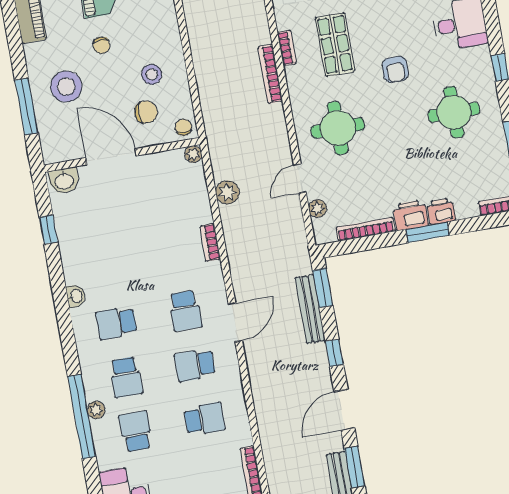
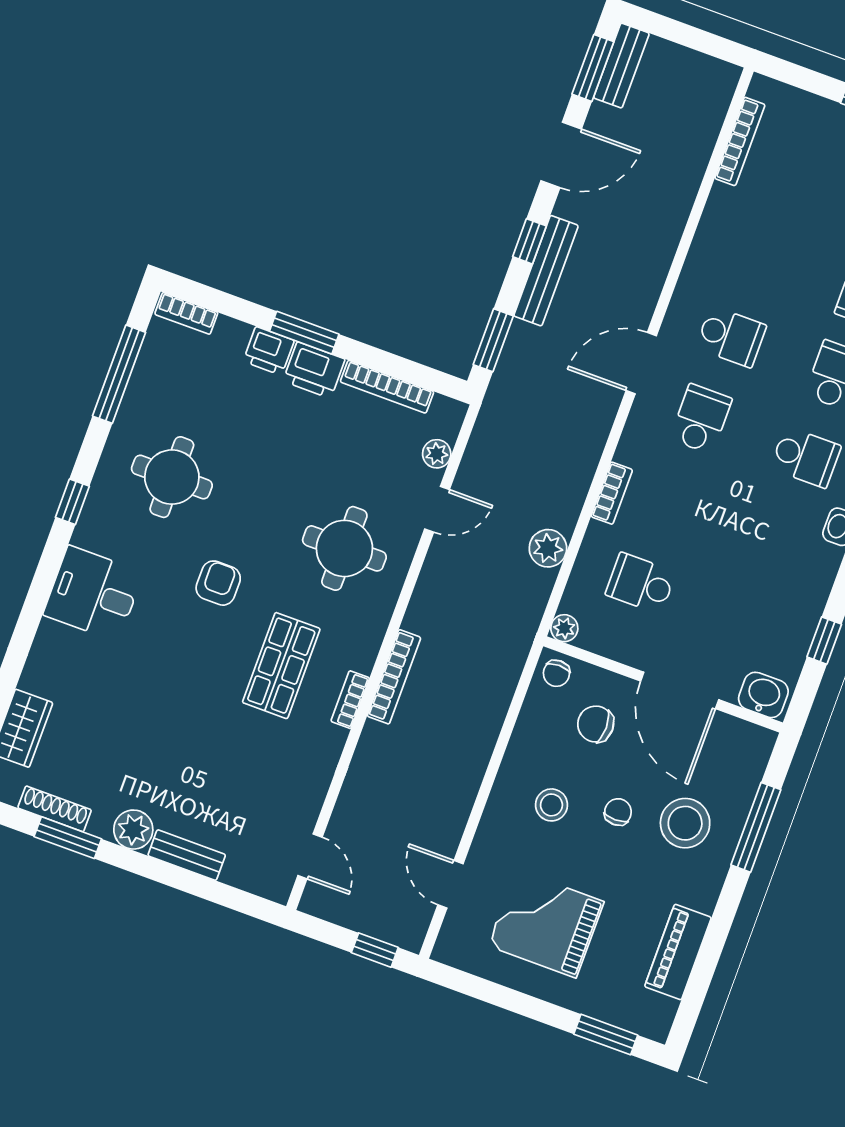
chair: (102, 45) -> (618, 812), moved
stool: (152, 74) -> (551, 805), moved
bench: (310, 309) -> (546, 271), moved
school desk: (205, 419) -> (641, 583), moved

